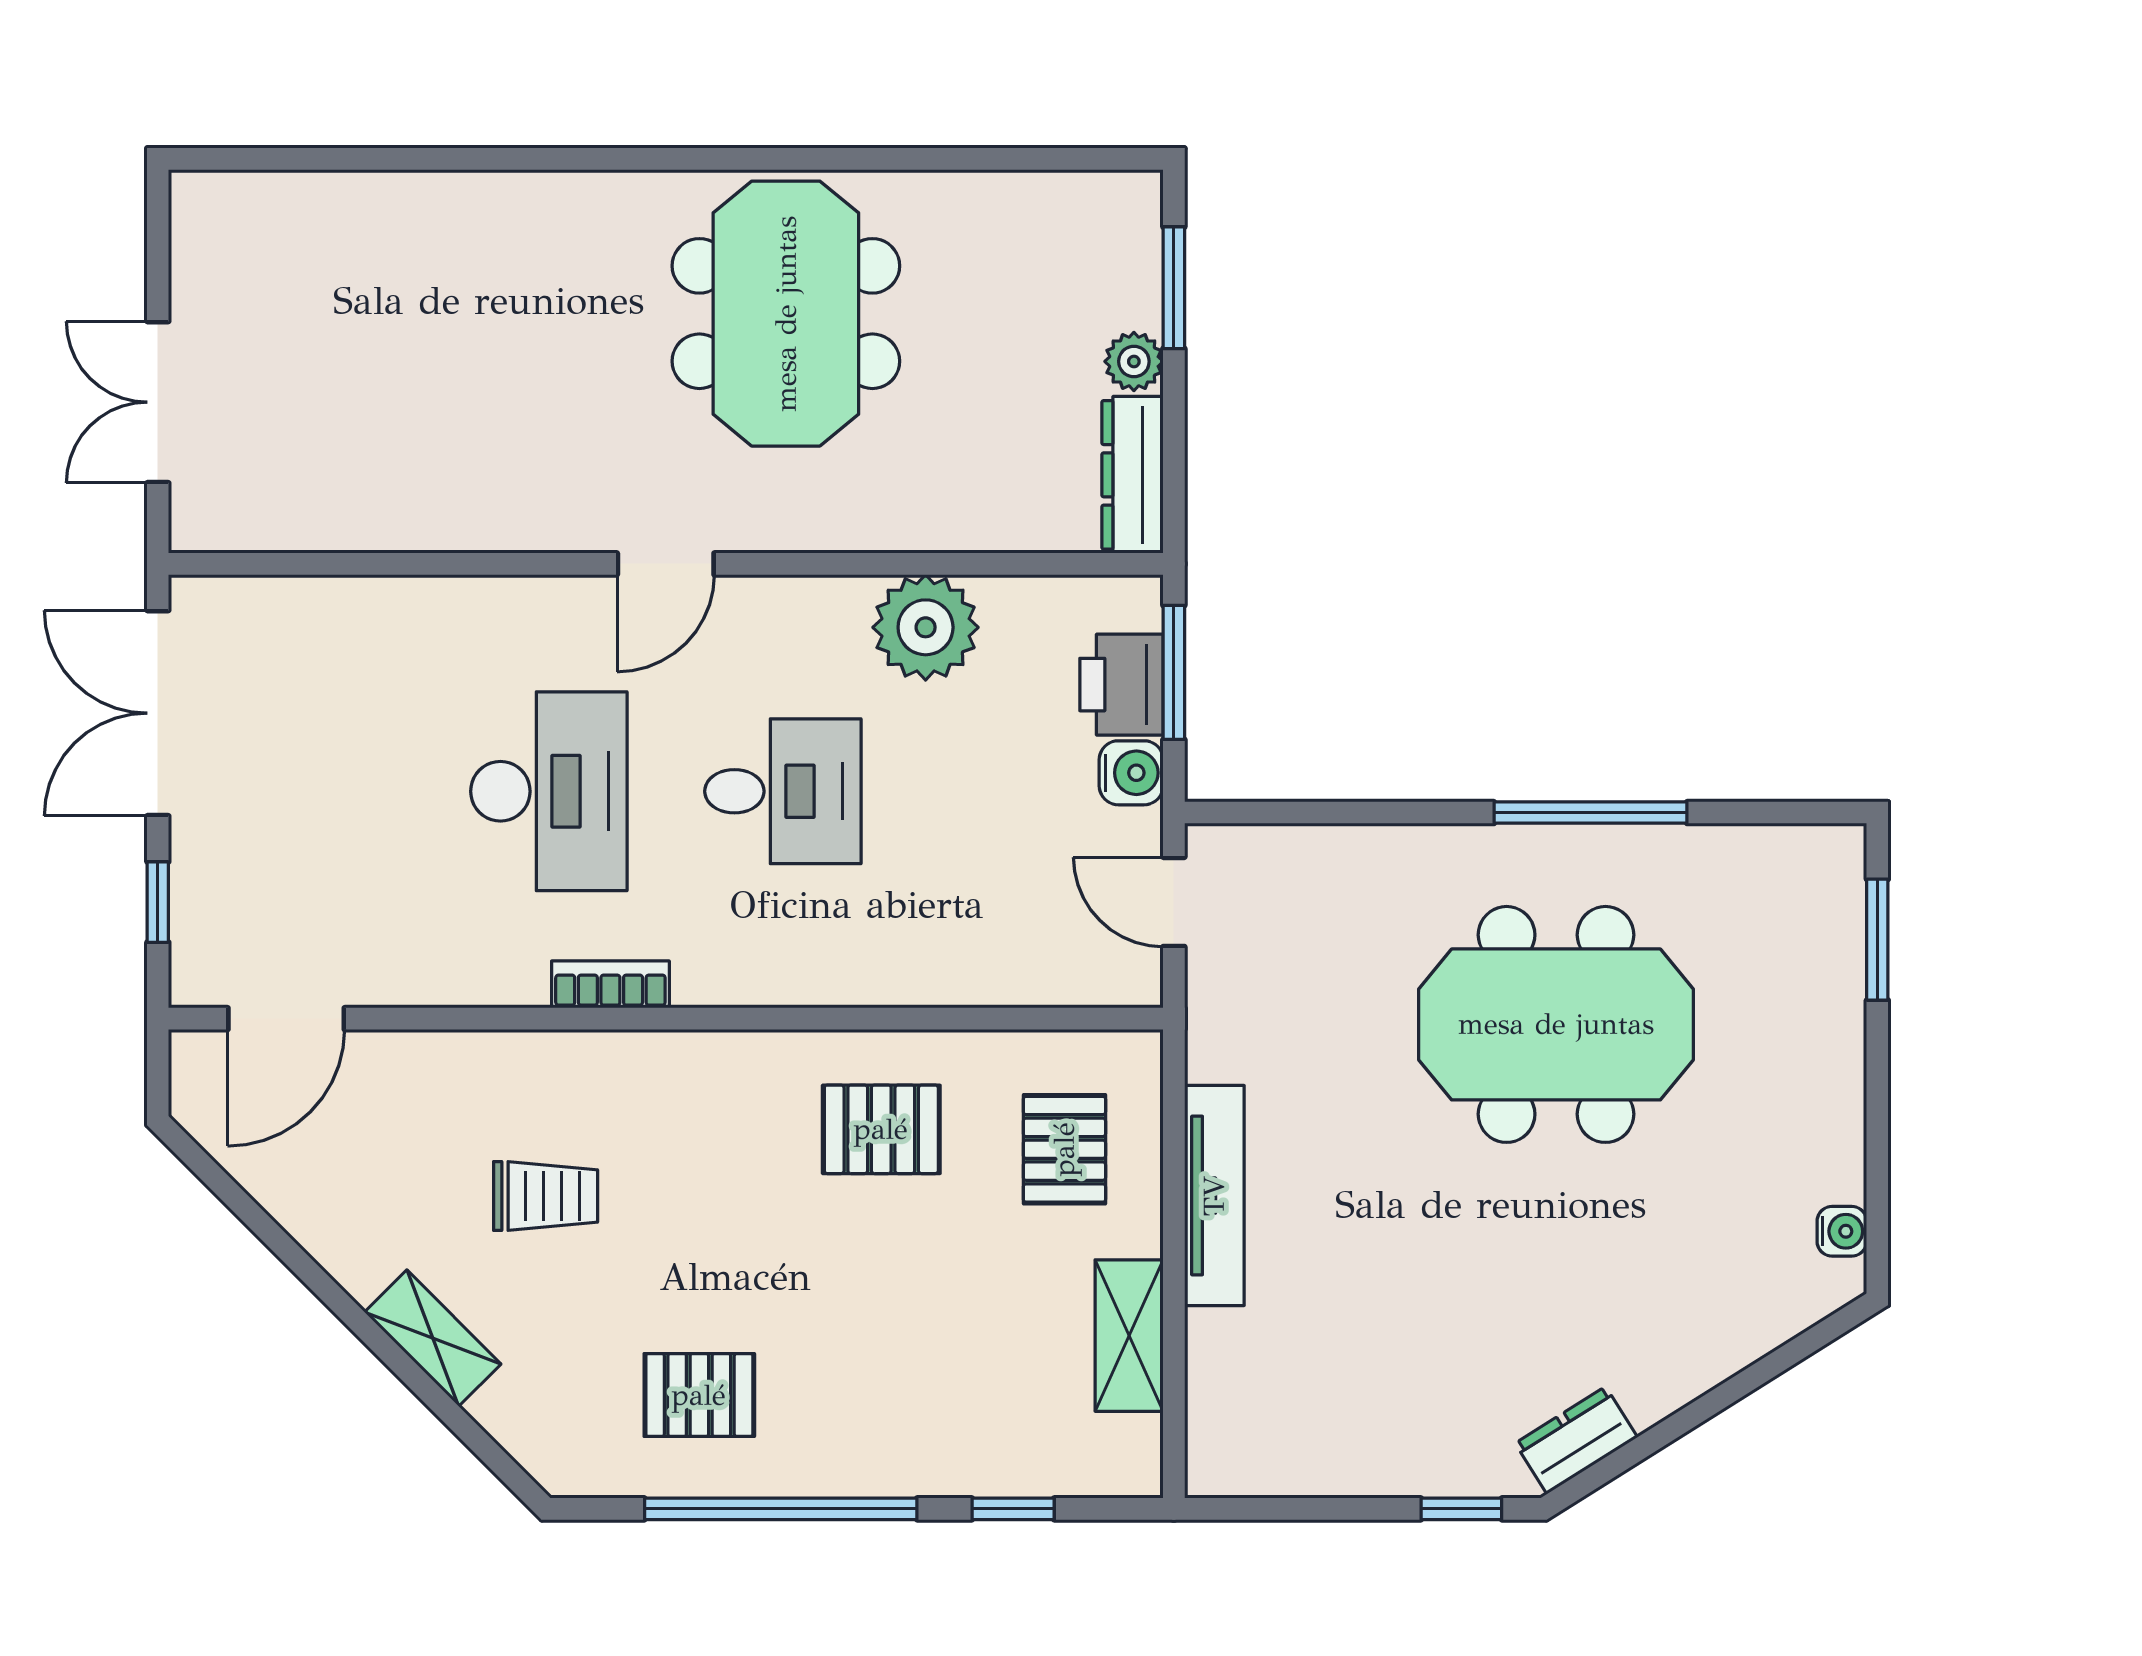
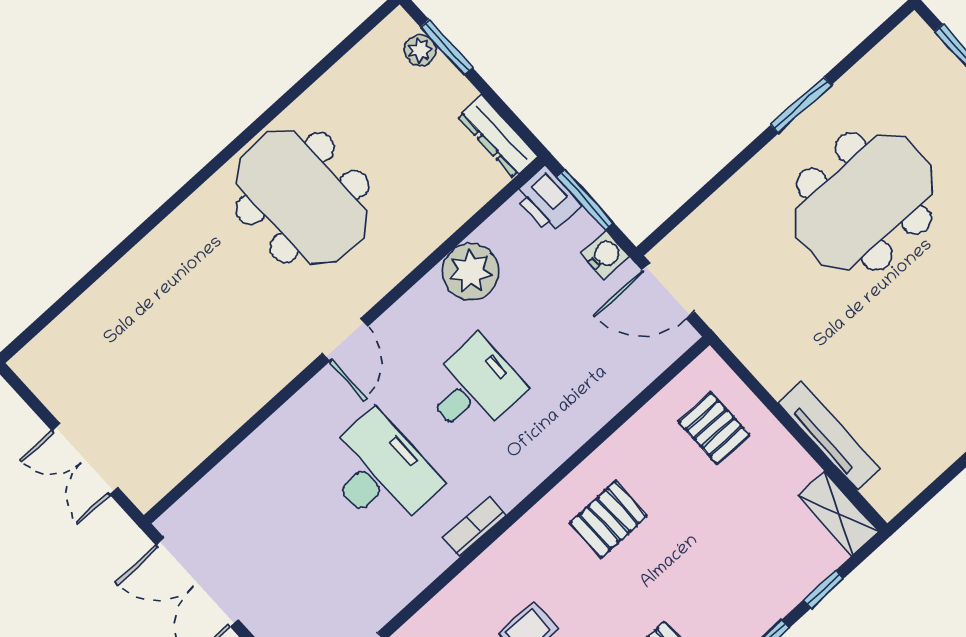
plant: (1134, 361) -> (420, 50), moved
printer: (1122, 685) -> (547, 200), moved
window: (1591, 813) -> (801, 105), width x0.69
door: (1174, 902) -> (668, 291), width x1.38
pallet: (881, 1129) -> (608, 519), moved
tv unit: (1214, 1196) -> (829, 436), moved
shelving: (1129, 1336) -> (838, 513), moved

